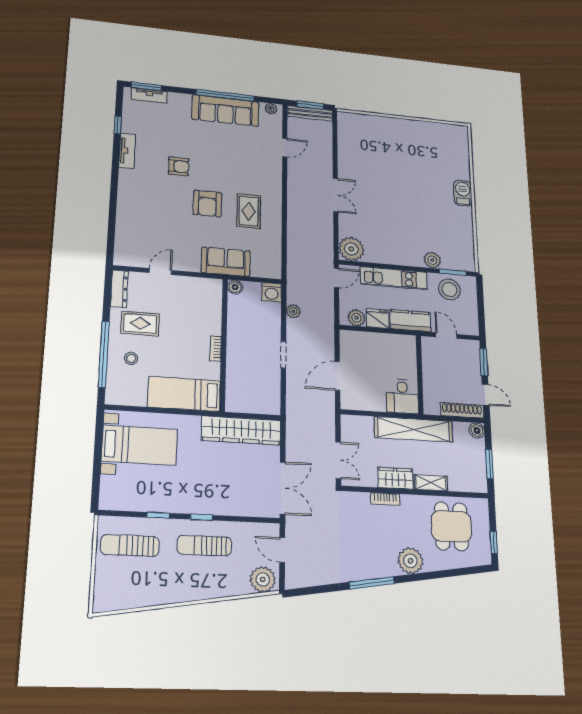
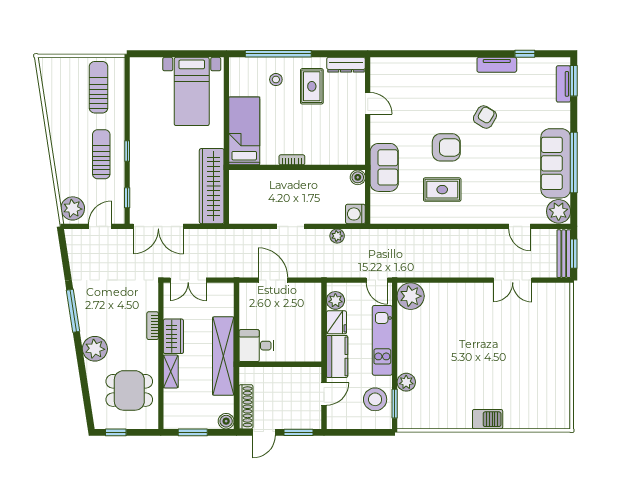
plant: (271, 109) -> (559, 211), width x1.88, depth x1.88
armchair: (179, 166) -> (485, 117), turned -149
double door: (336, 195) -> (513, 280), moved
armchair: (207, 204) -> (446, 147), turned 180
window: (158, 515) -> (127, 198), moved

